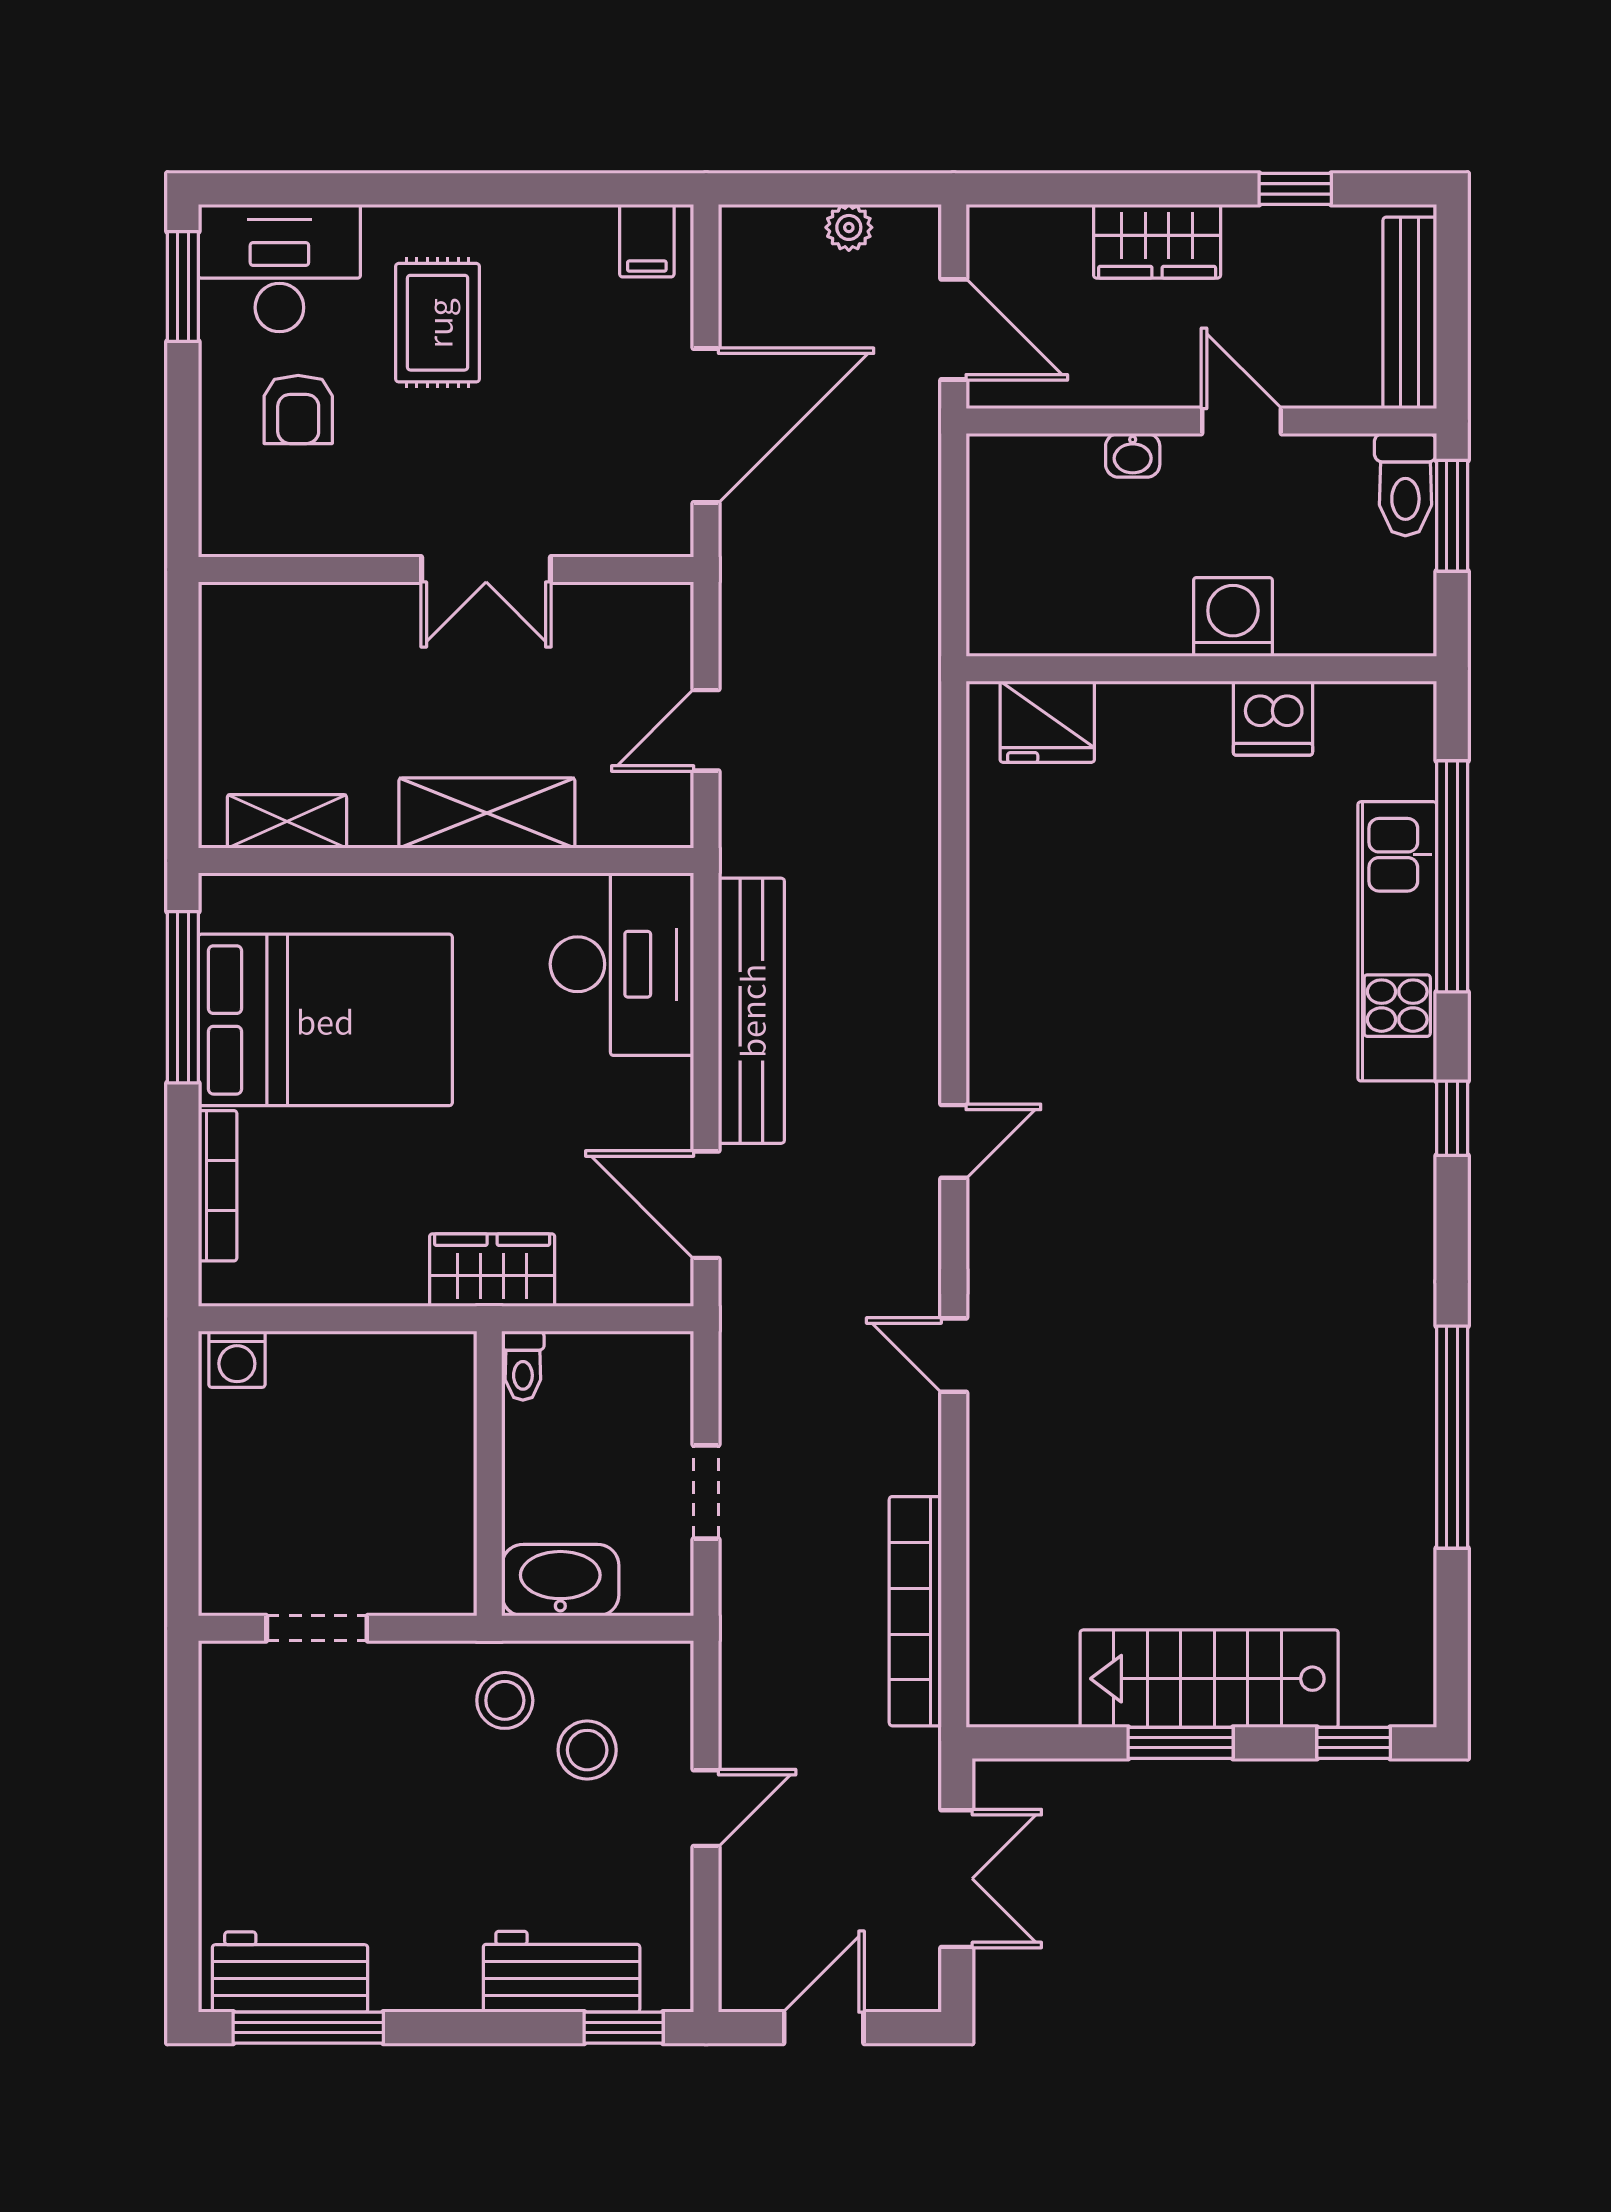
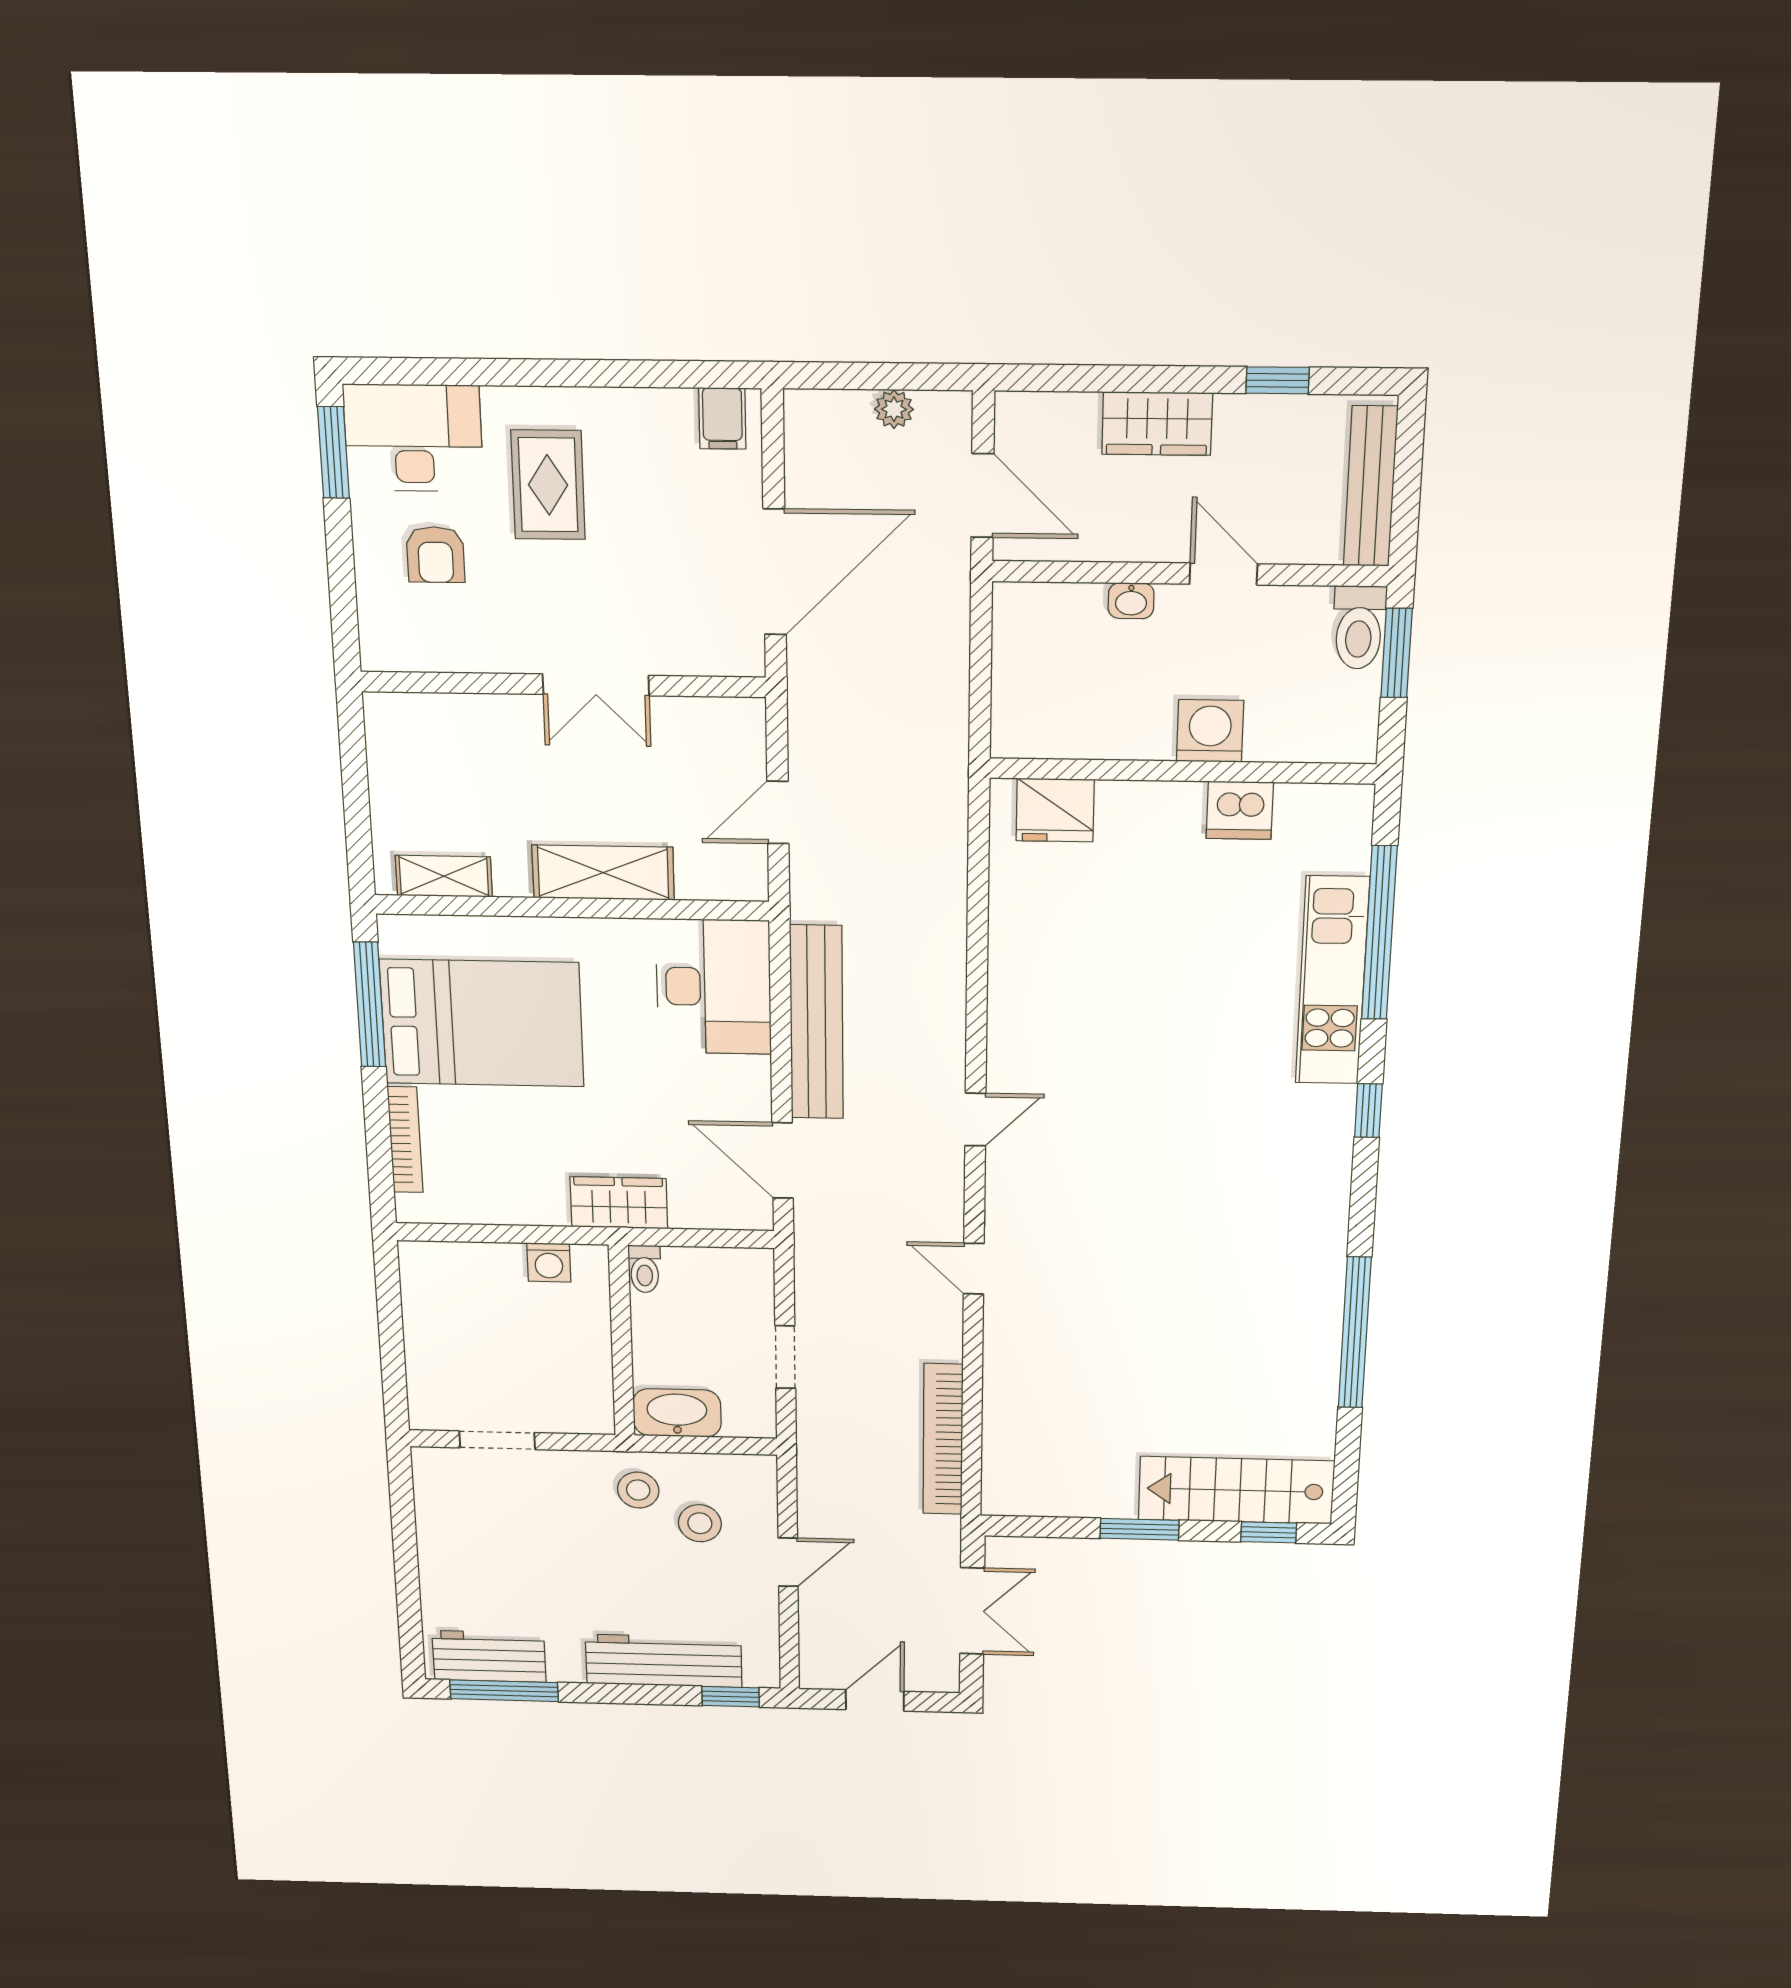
washing machine: (237, 1359) -> (549, 1263), moved
stairs: (1209, 1679) -> (1236, 1490), moved
workbench: (562, 1972) -> (664, 1661), width x1.37

